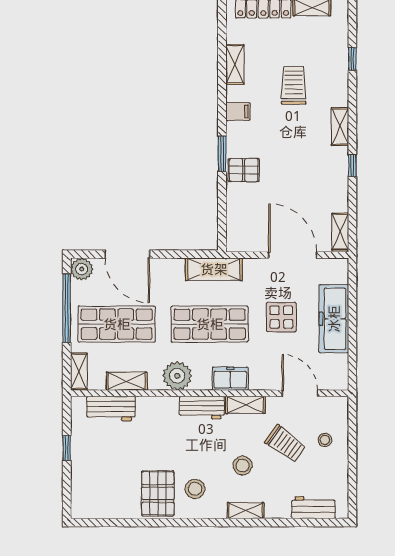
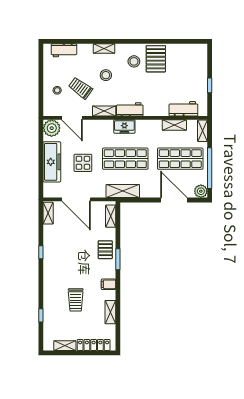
shelving: (340, 127) -> (111, 216), moved
pallet: (244, 170) -> (105, 250), turned 90
plant: (177, 376) -> (52, 128), moved
freezer: (230, 379) -> (124, 126), moved

